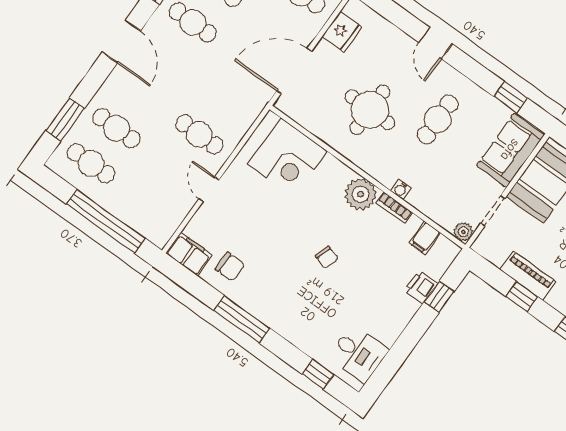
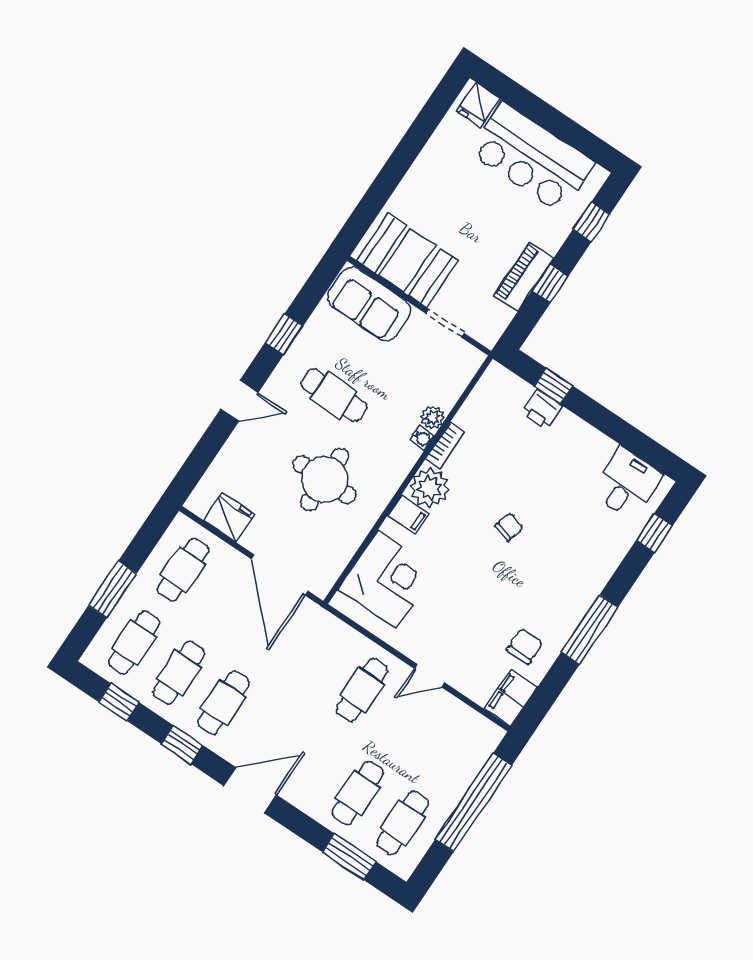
window: (511, 97) -> (284, 334), moved
plant: (463, 232) -> (433, 417), moved
filing cabinet: (425, 238) -> (408, 515), moved

